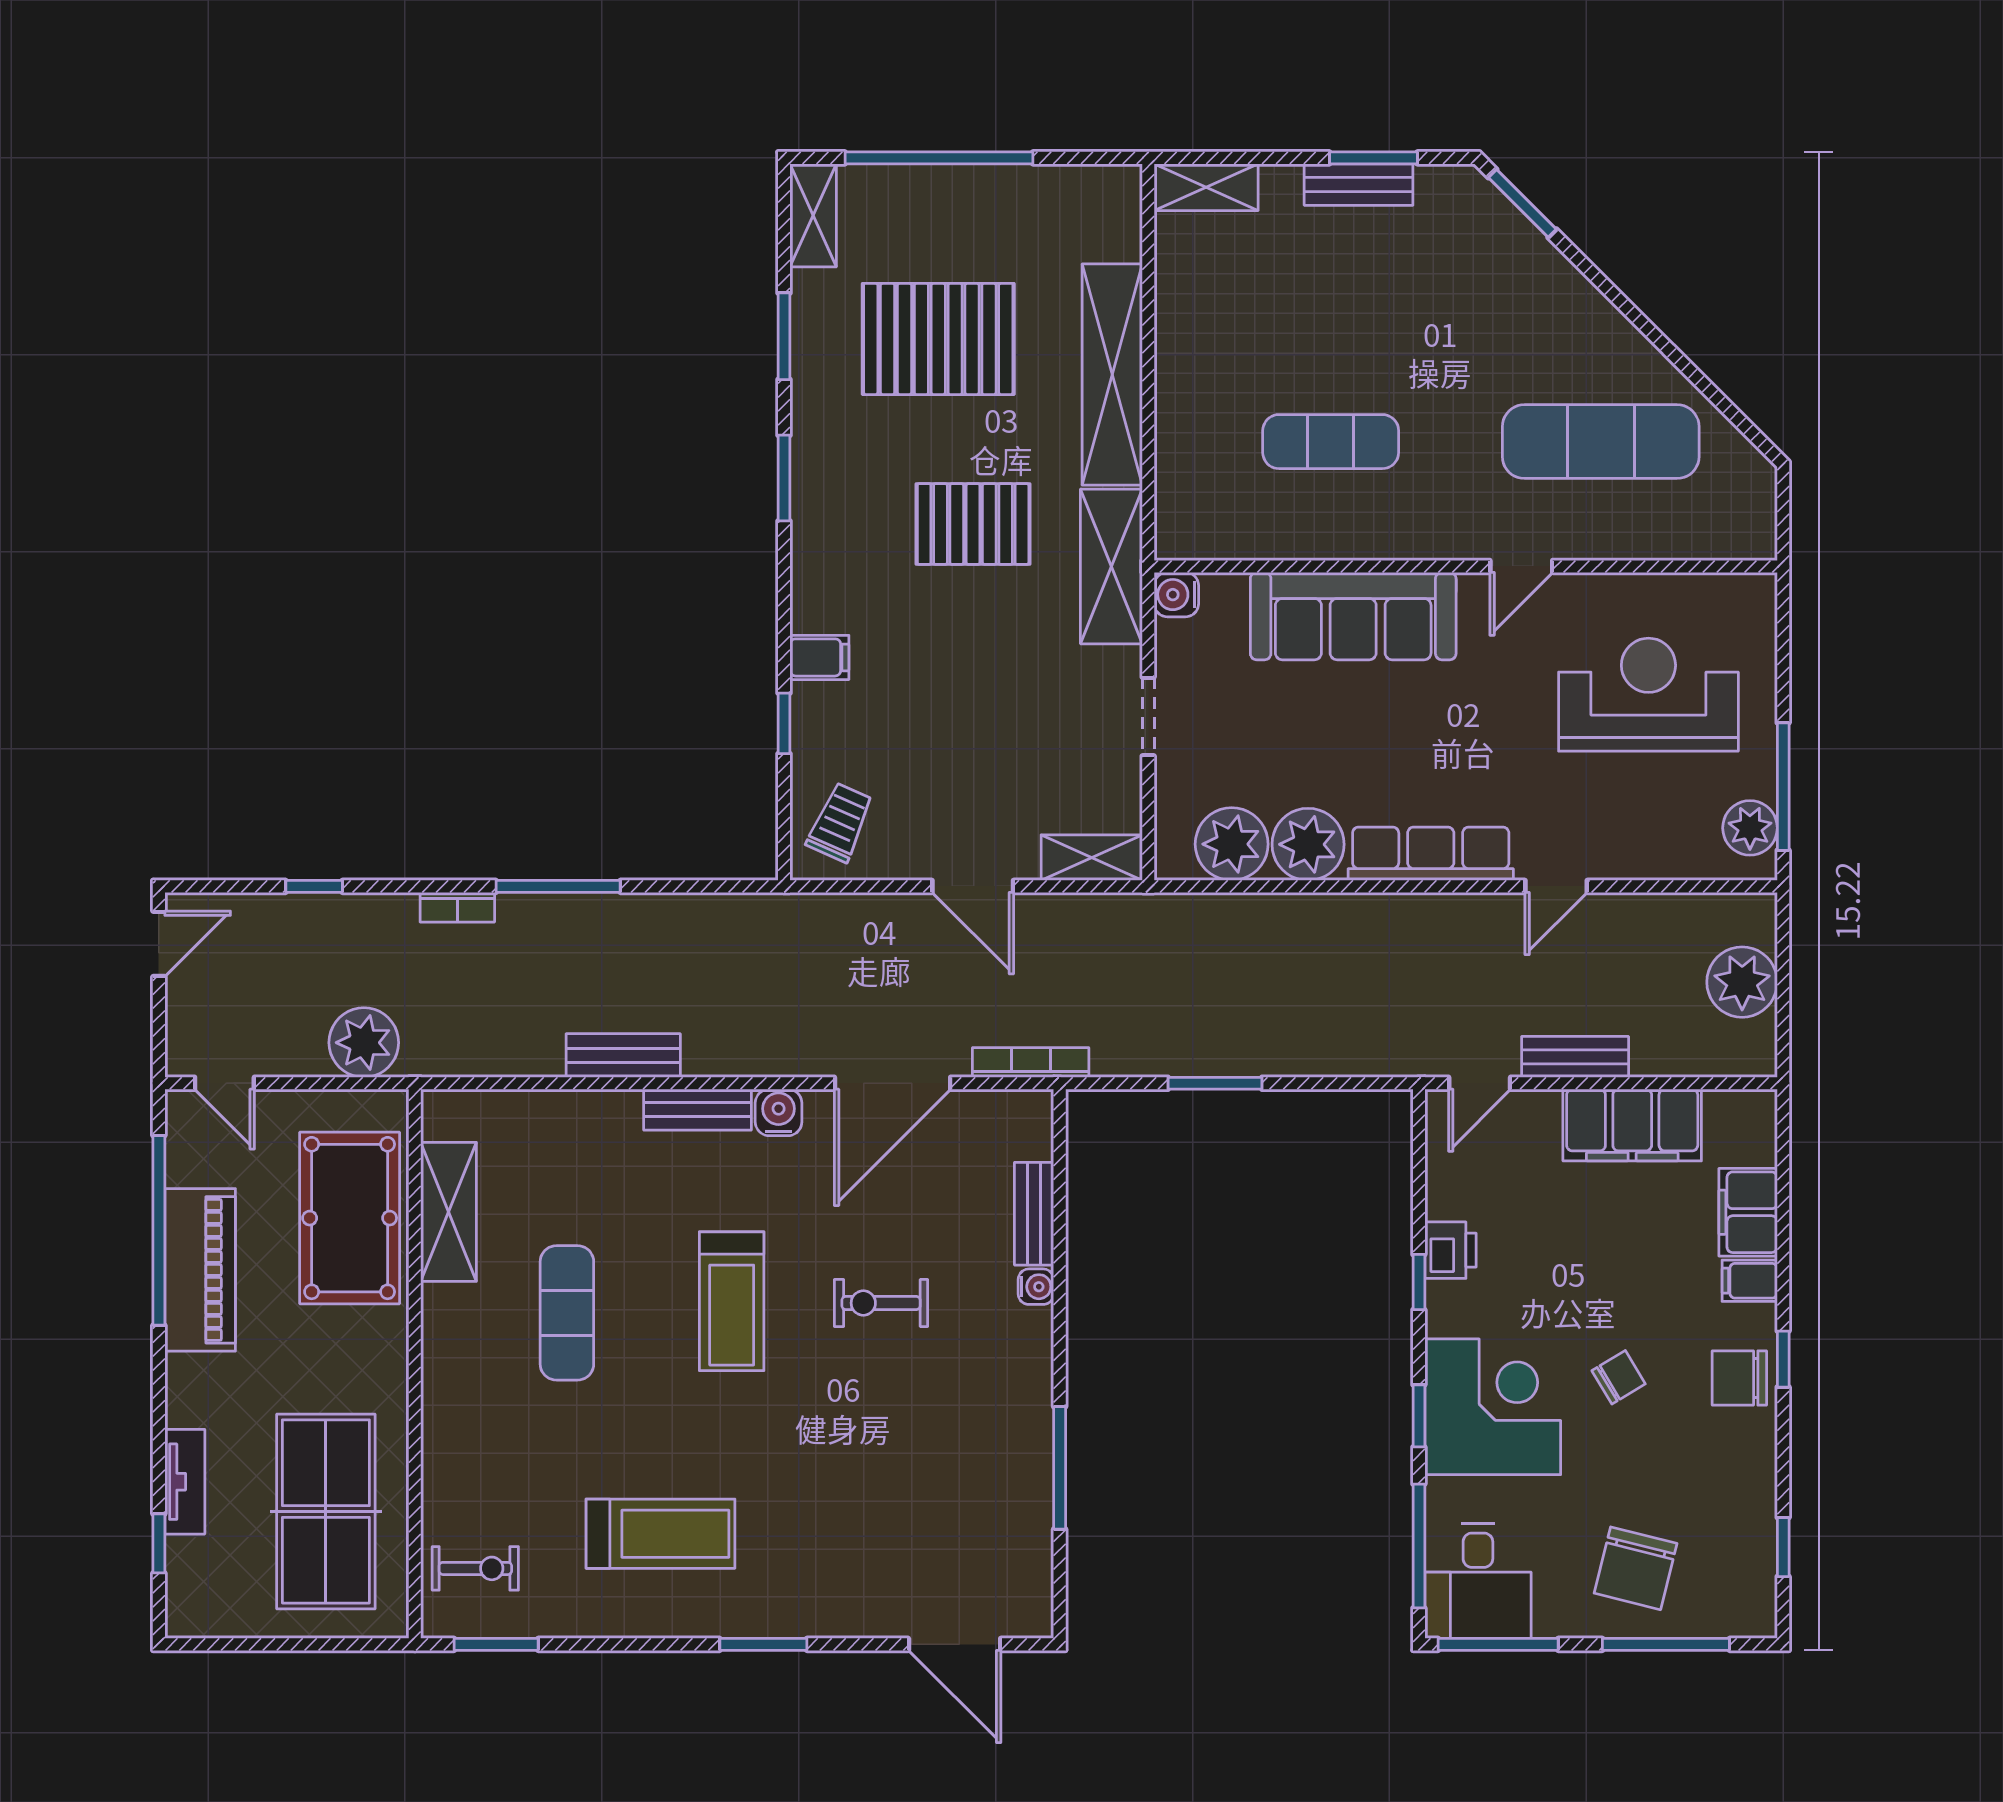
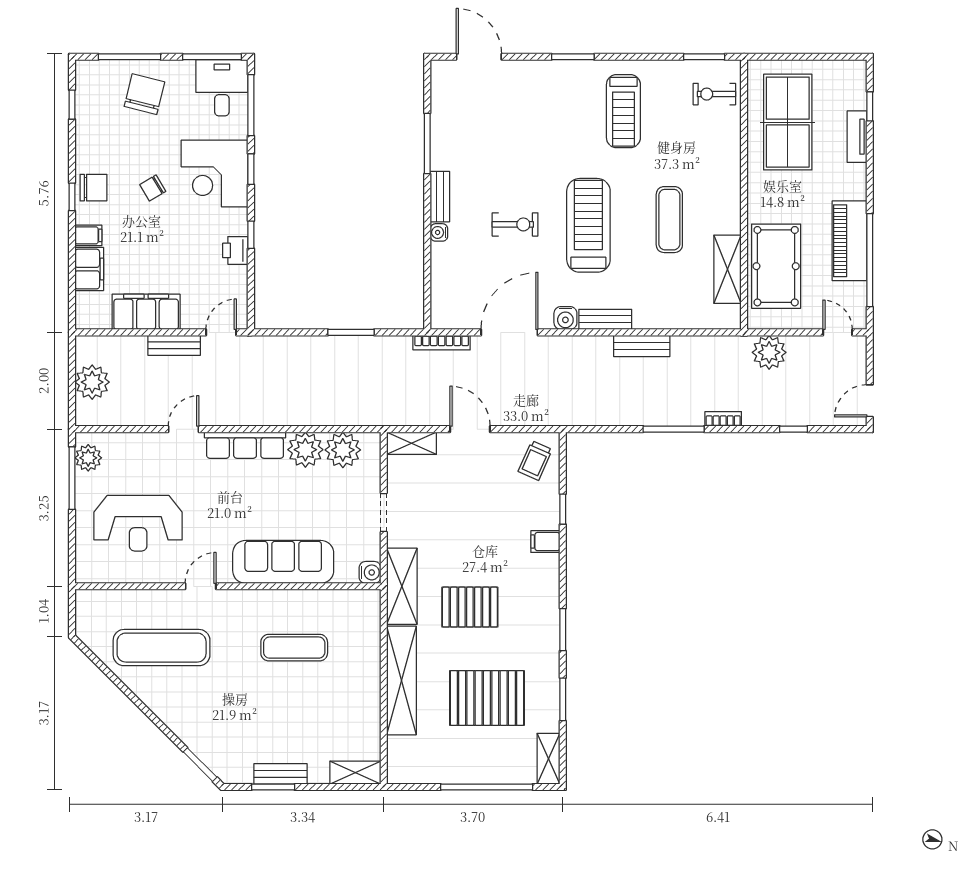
bench: (1034, 1214) -> (440, 197), moved
treadmill: (732, 1301) -> (588, 225), width x1.37, depth x1.38
treadmill: (660, 1534) -> (623, 111), turned -90

